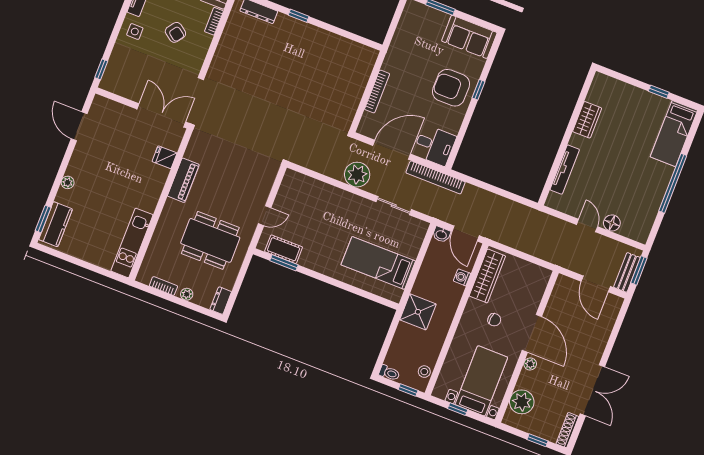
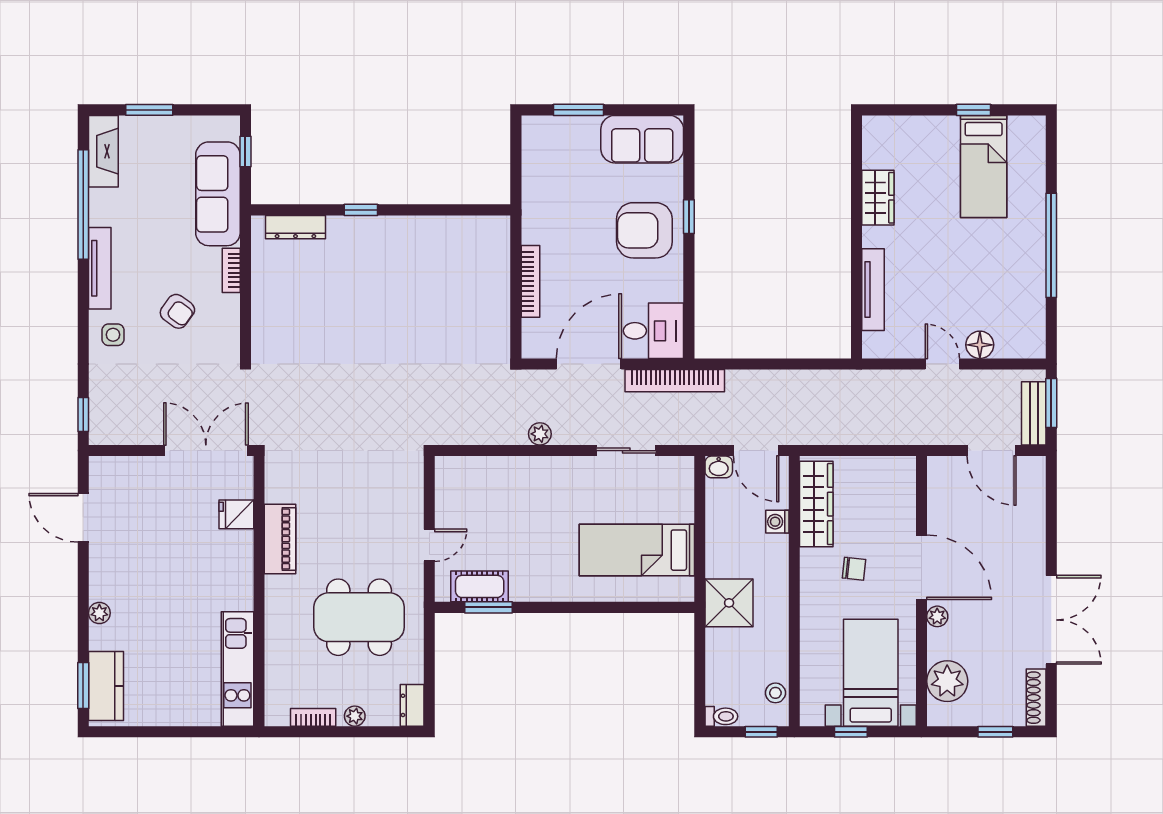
bed: (674, 134) -> (984, 166), moved
plant: (357, 175) -> (540, 434), width x0.53, depth x0.53

